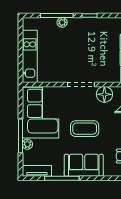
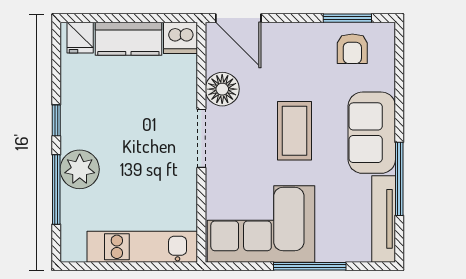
plant: (62, 22) -> (80, 169), width x1.87, depth x1.87
plant: (27, 144) -> (327, 252), removed
tv unit: (37, 171) -> (384, 219), width x1.41

